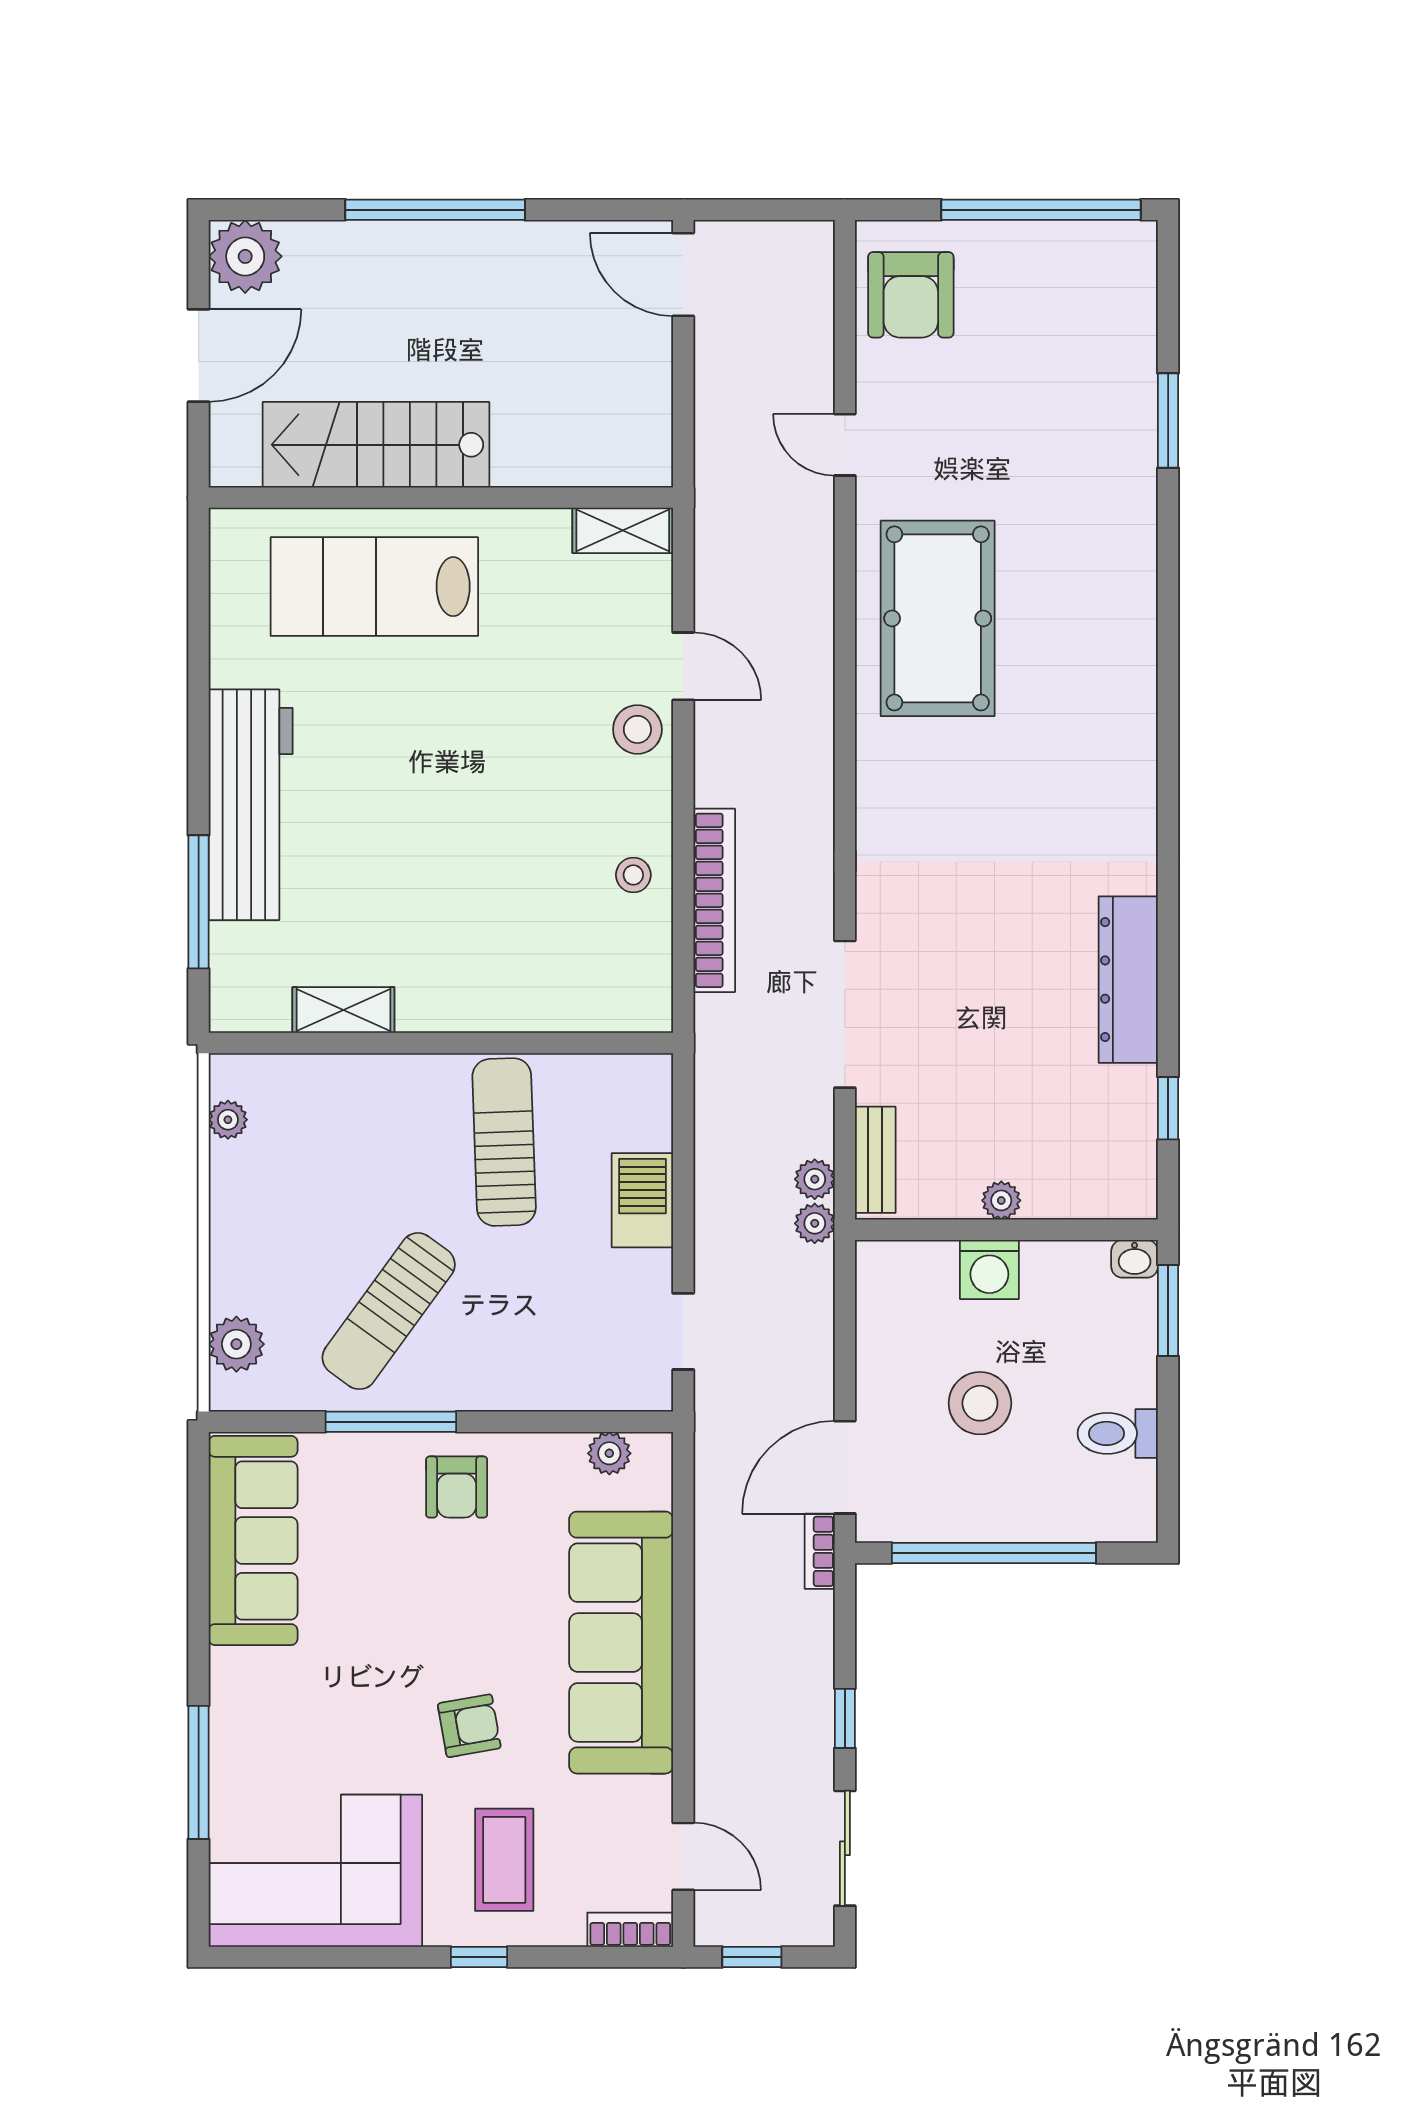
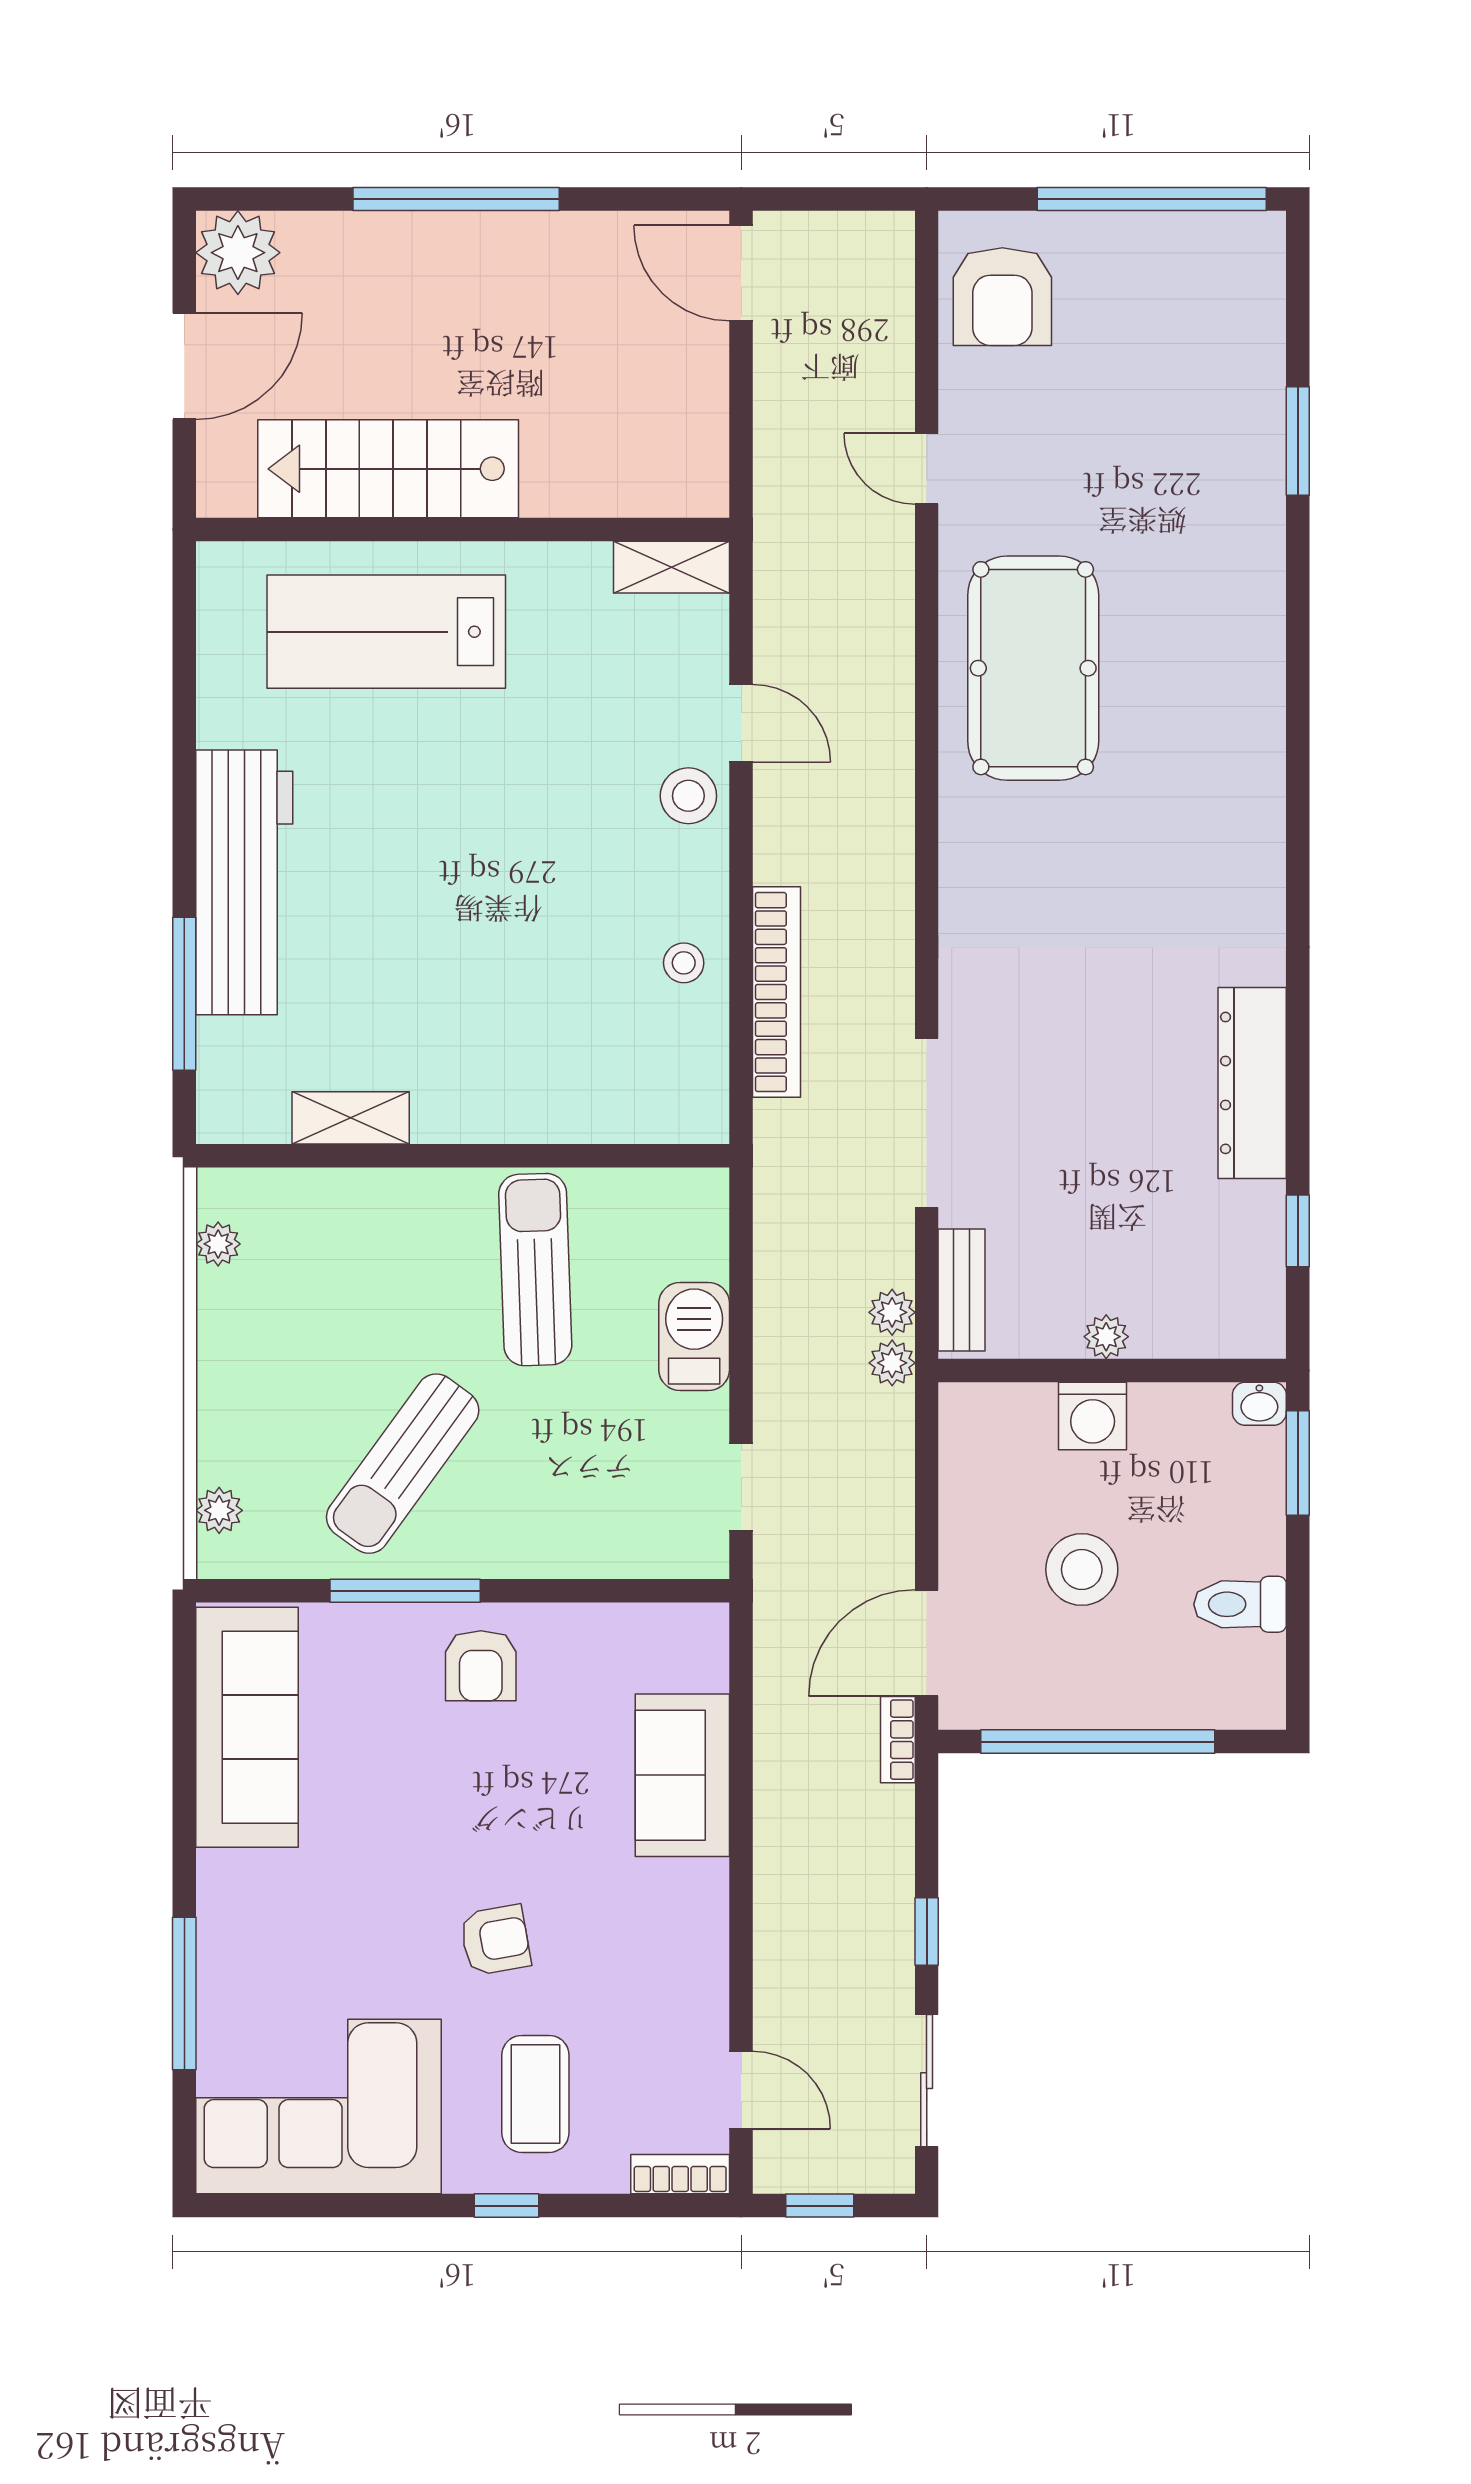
plant: (236, 1344) -> (219, 1510), width x0.73, depth x0.73
plant: (609, 1453) -> (656, 1627), removed
sofa: (621, 1643) -> (682, 1775), width x0.54, depth x0.79

